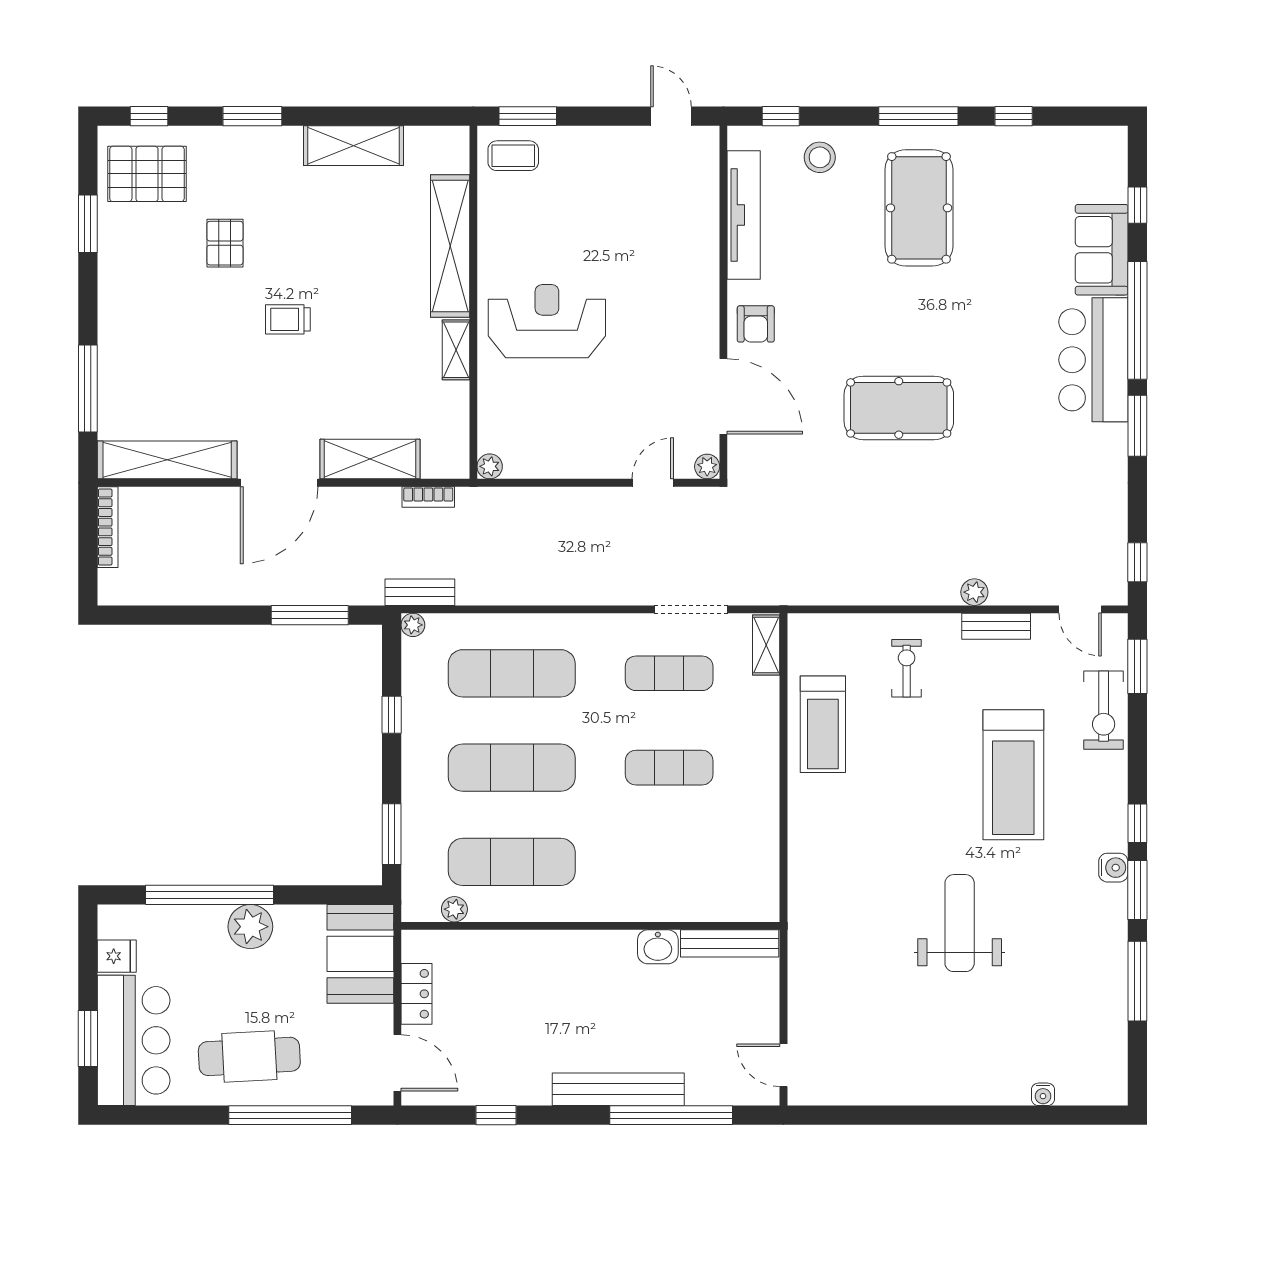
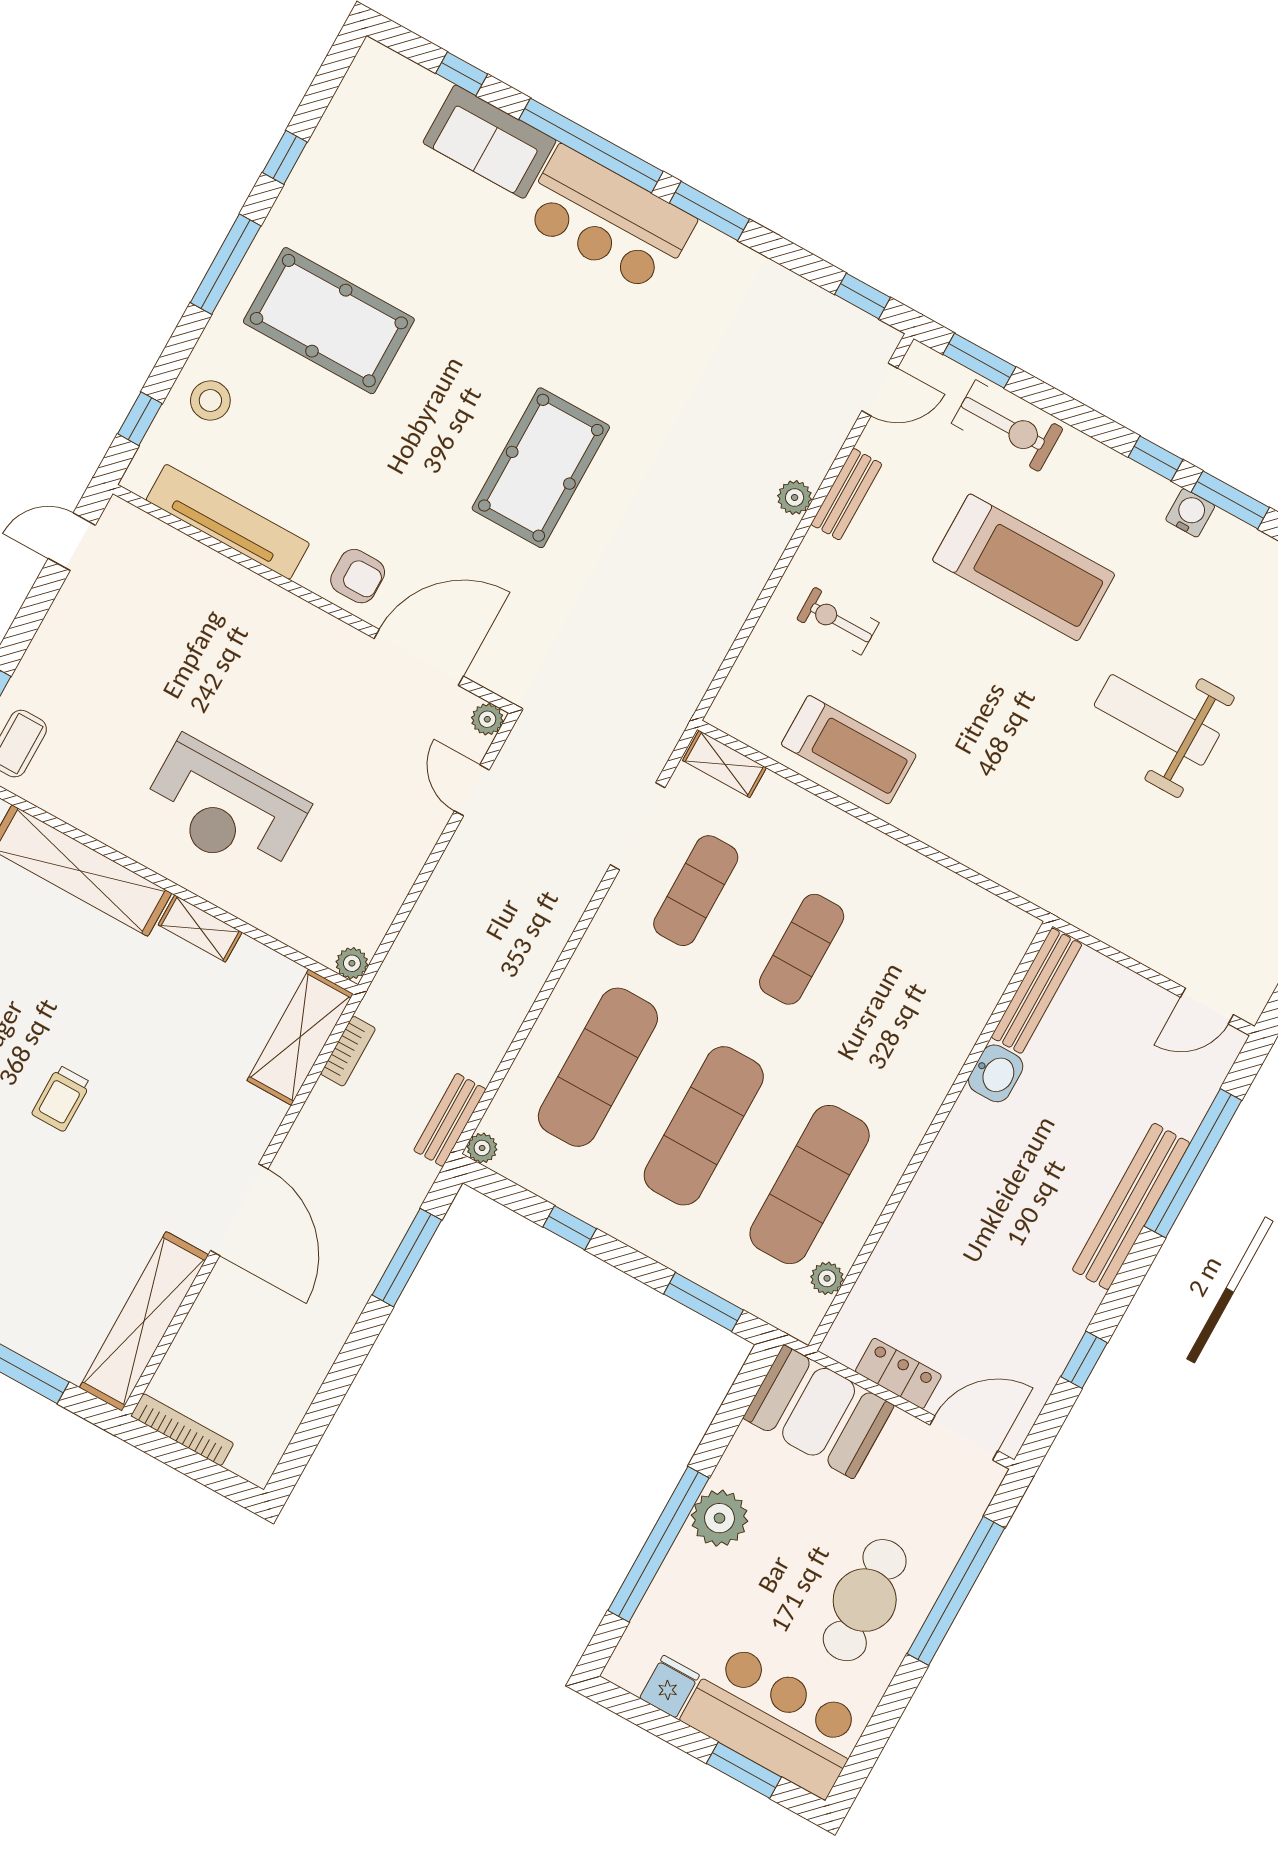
reception desk: (547, 321) -> (225, 809), turned -90
shelving: (370, 459) -> (300, 1037), moved

